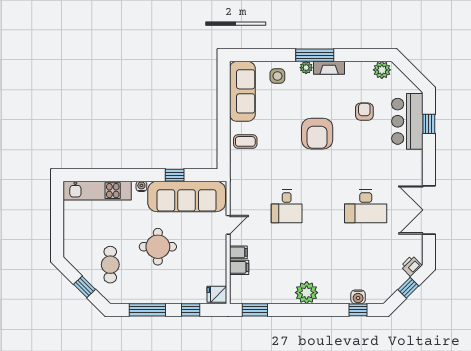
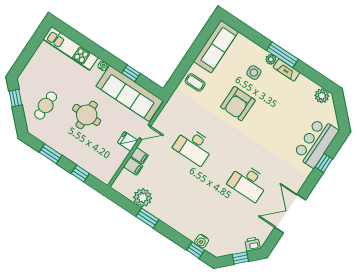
side table: (277, 76) -> (254, 73), moved
armchair: (364, 112) -> (291, 116), removed
window: (429, 124) -> (324, 163), moved
armchair: (317, 134) -> (238, 104), moved
desk: (287, 206) -> (194, 146), width x1.37
window: (85, 287) -> (16, 98), moved
plant: (307, 293) -> (143, 198), moved
fridge: (217, 294) -> (128, 141), moved
window: (147, 310) -> (51, 154), width x0.69
window: (255, 310) -> (147, 218), moved

